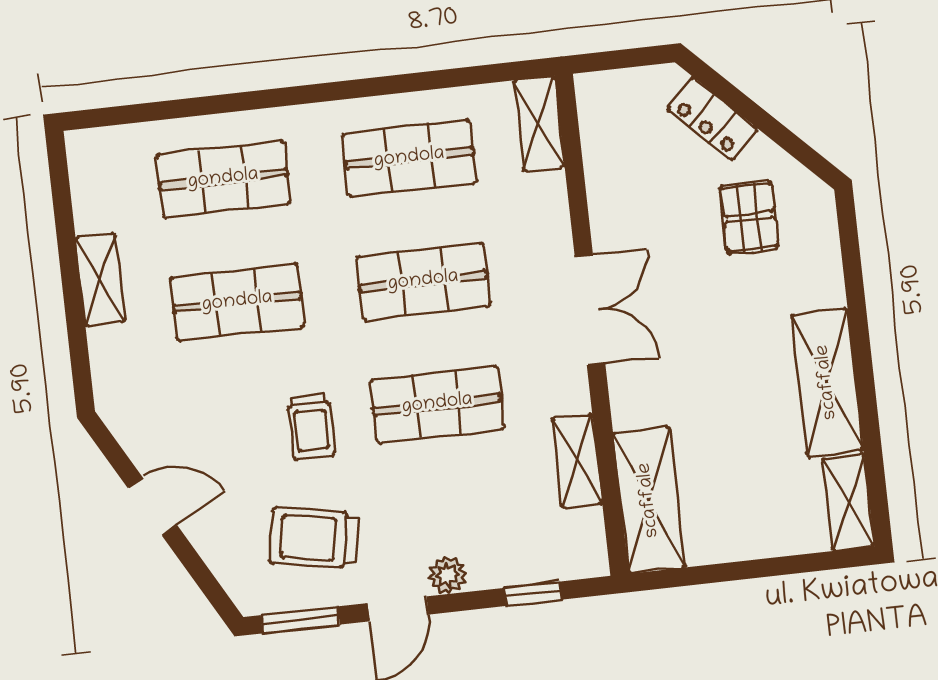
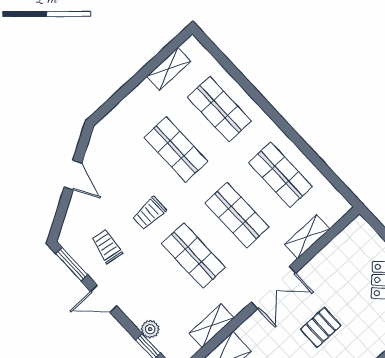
shelving: (539, 124) -> (307, 237), moved
pallet: (749, 217) -> (321, 327), moved
shelving: (100, 280) -> (169, 69), moved
trolley: (314, 538) -> (107, 246), width x0.73, depth x0.72
plant: (448, 575) -> (150, 329), moved

